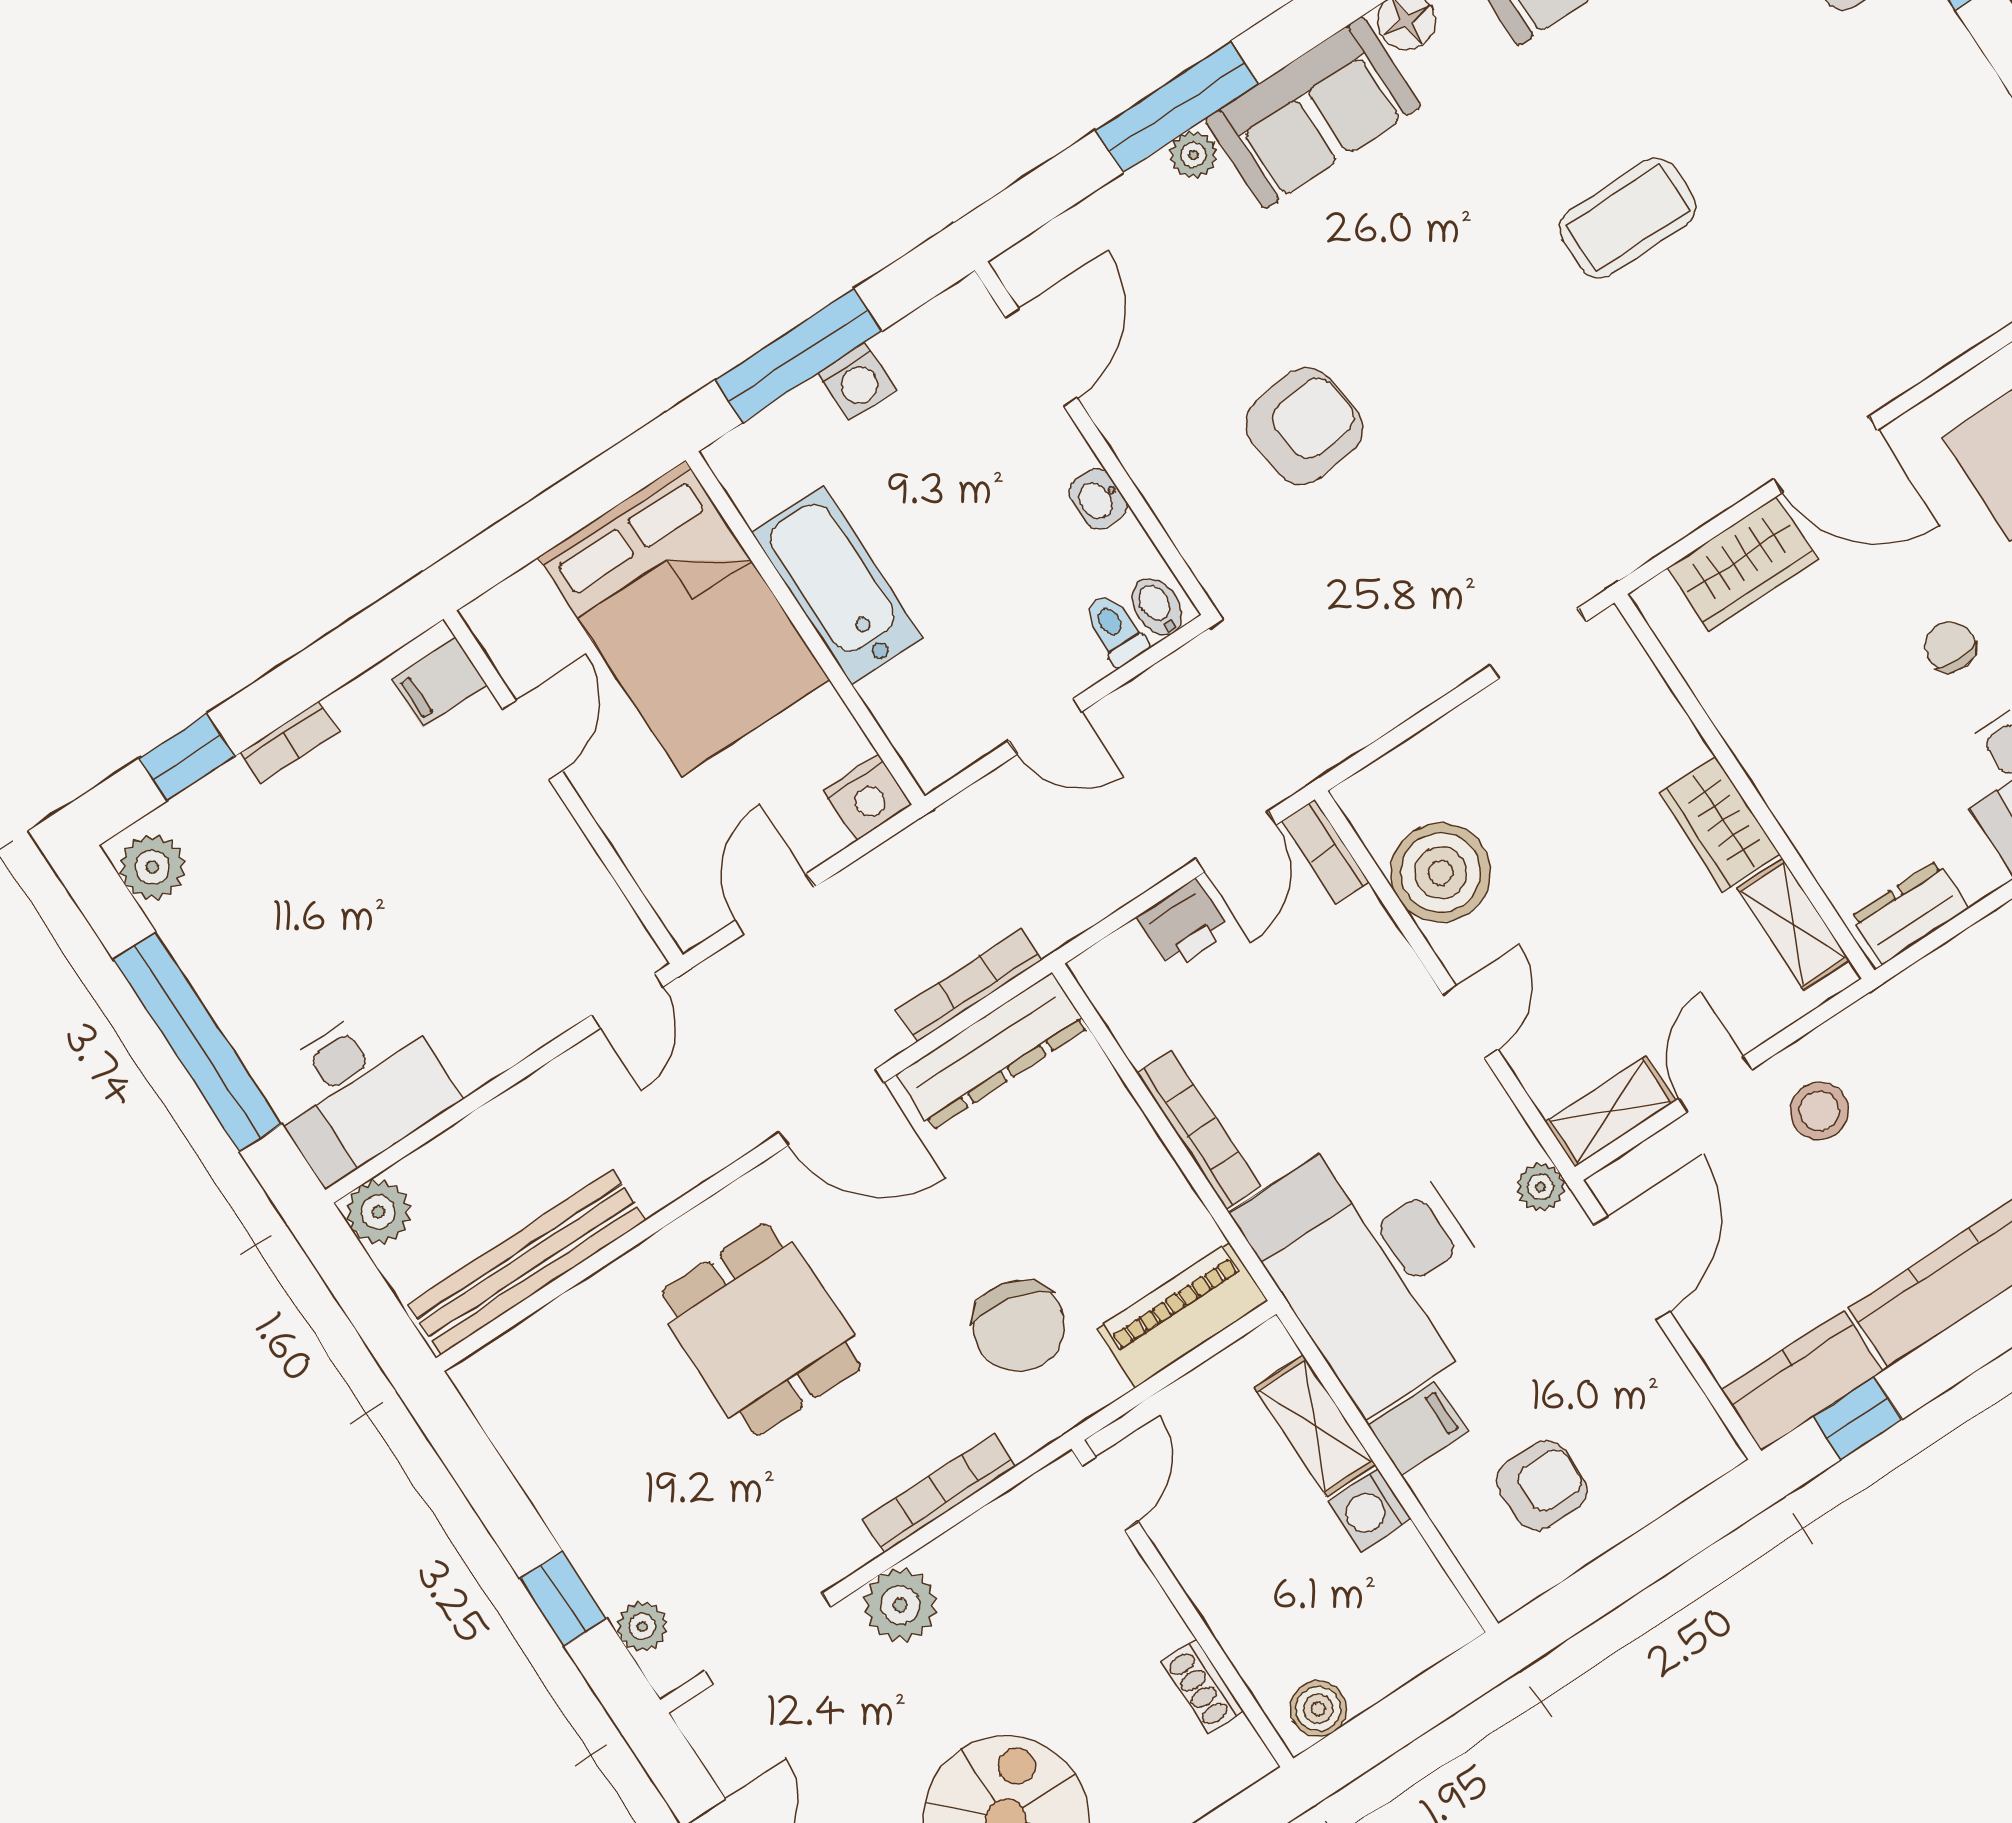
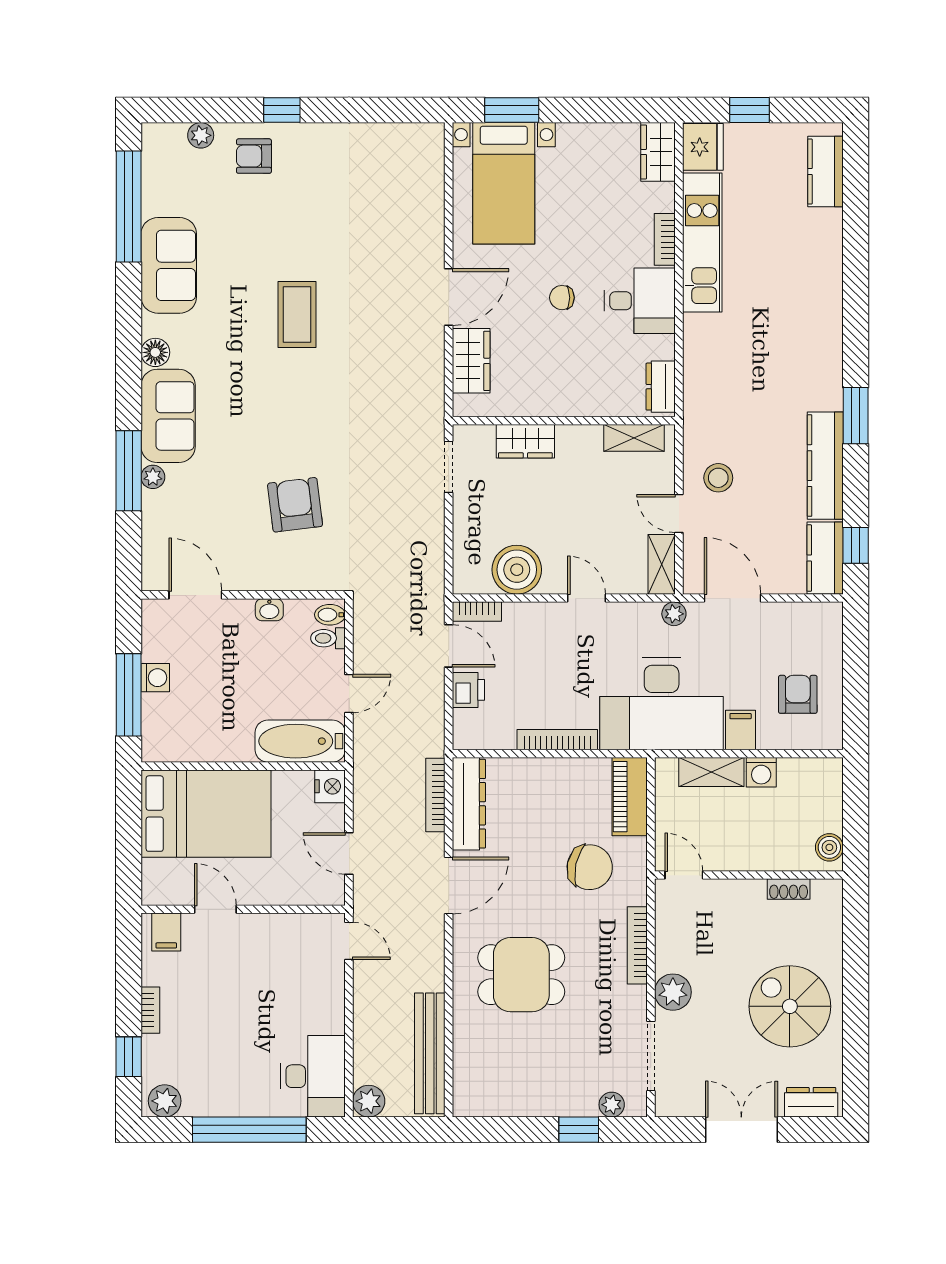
bathtub: (837, 585) -> (300, 741), moved
wardrobe: (1719, 824) -> (525, 441), moved

